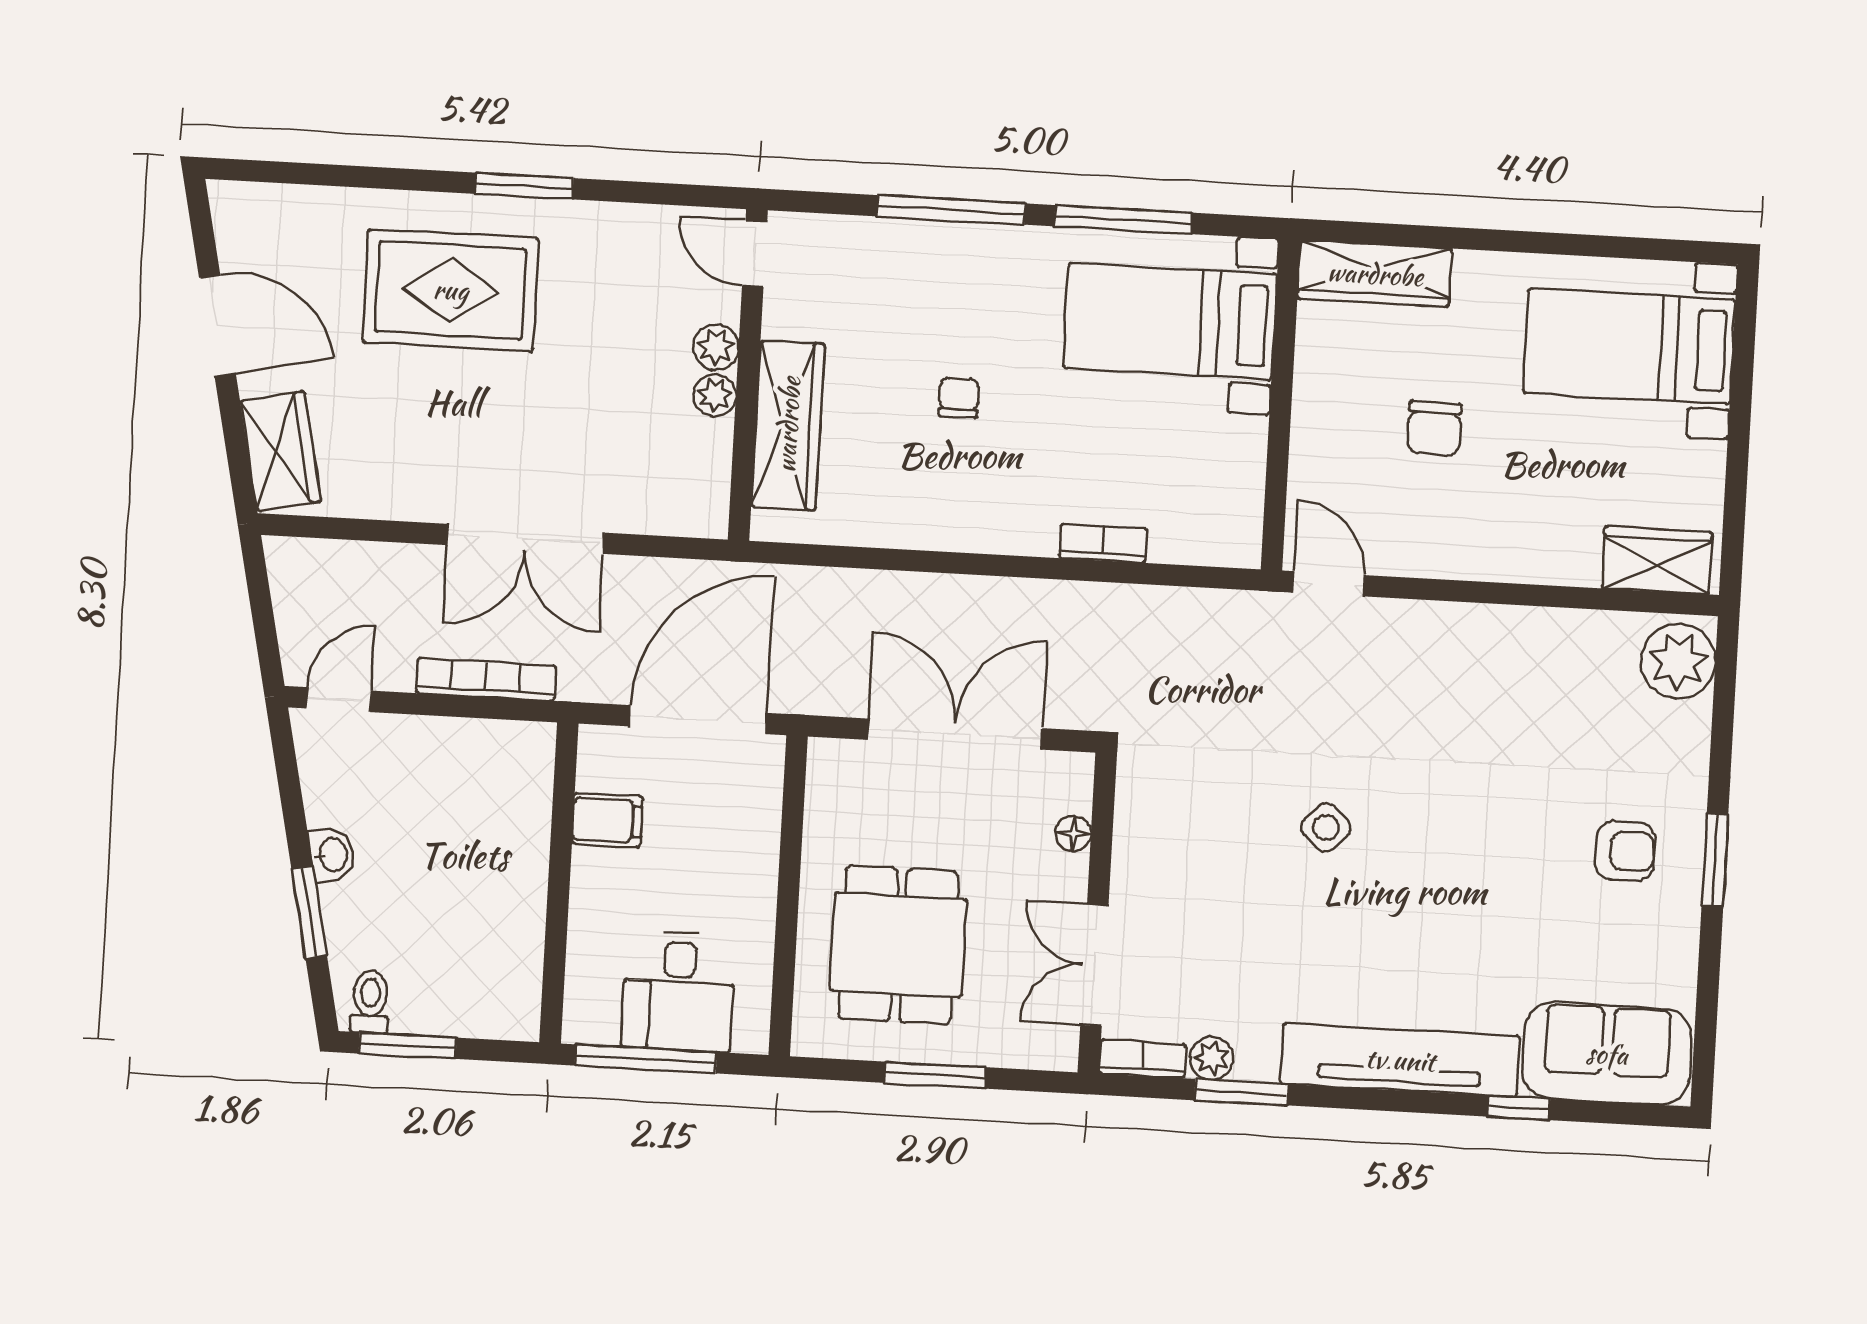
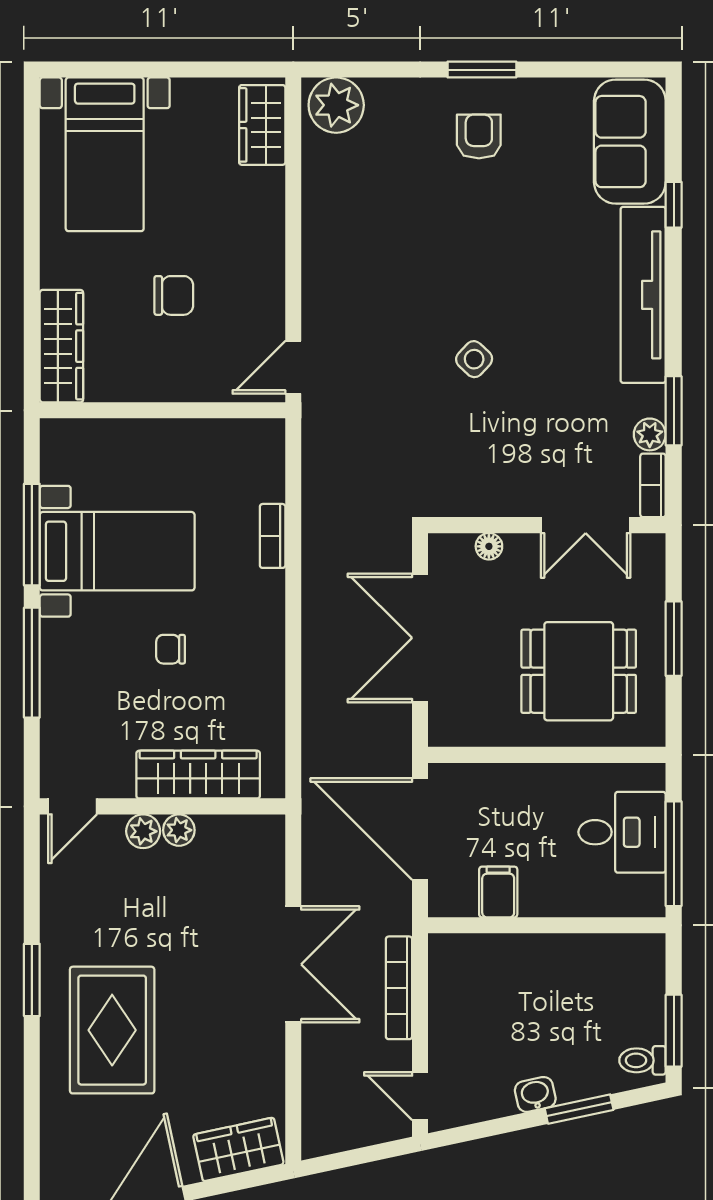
bed with nightstands: (1170, 321) -> (117, 551), moved, turned -90

